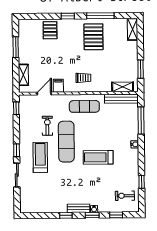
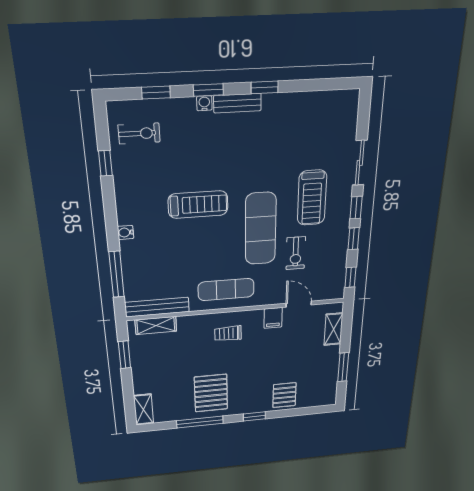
door: (44, 94) -> (299, 304), swing flipped
window: (16, 132) -> (354, 239), added

